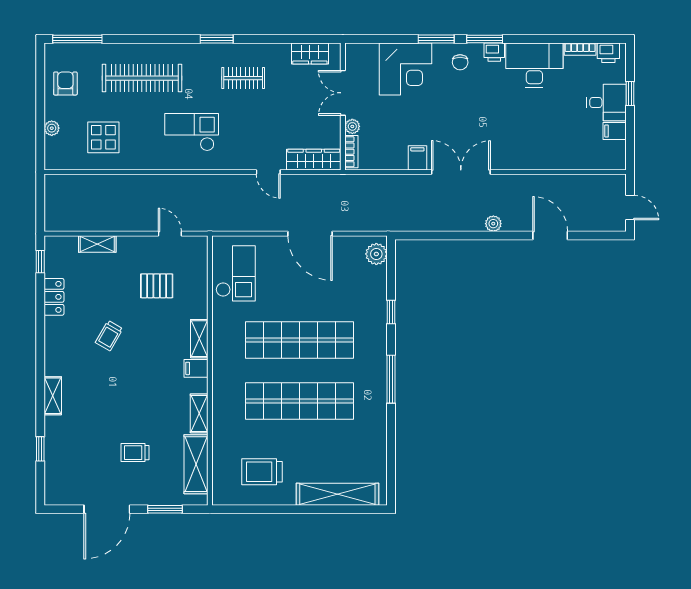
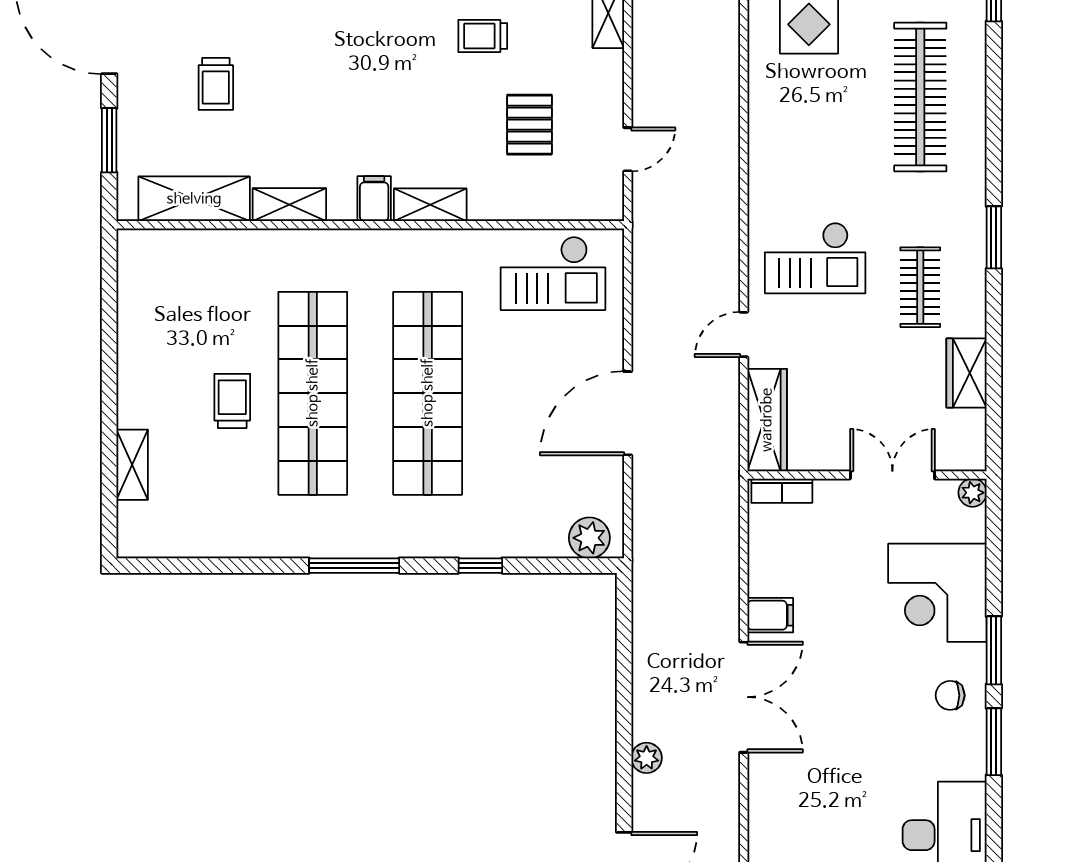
printer: (494, 52) -> (969, 760), removed
wardrobe: (310, 54) -> (967, 373), moved
plant: (352, 126) -> (973, 493), moved
checkout: (192, 132) -> (815, 258), moved, turned 90
trolley: (109, 336) -> (483, 36), moved, turned -30
trolley: (135, 453) -> (216, 84), turned 180
trolley: (262, 472) -> (232, 401), moved, width x0.73, depth x0.72
shelving: (337, 494) -> (132, 465), width x0.45, depth x0.75

